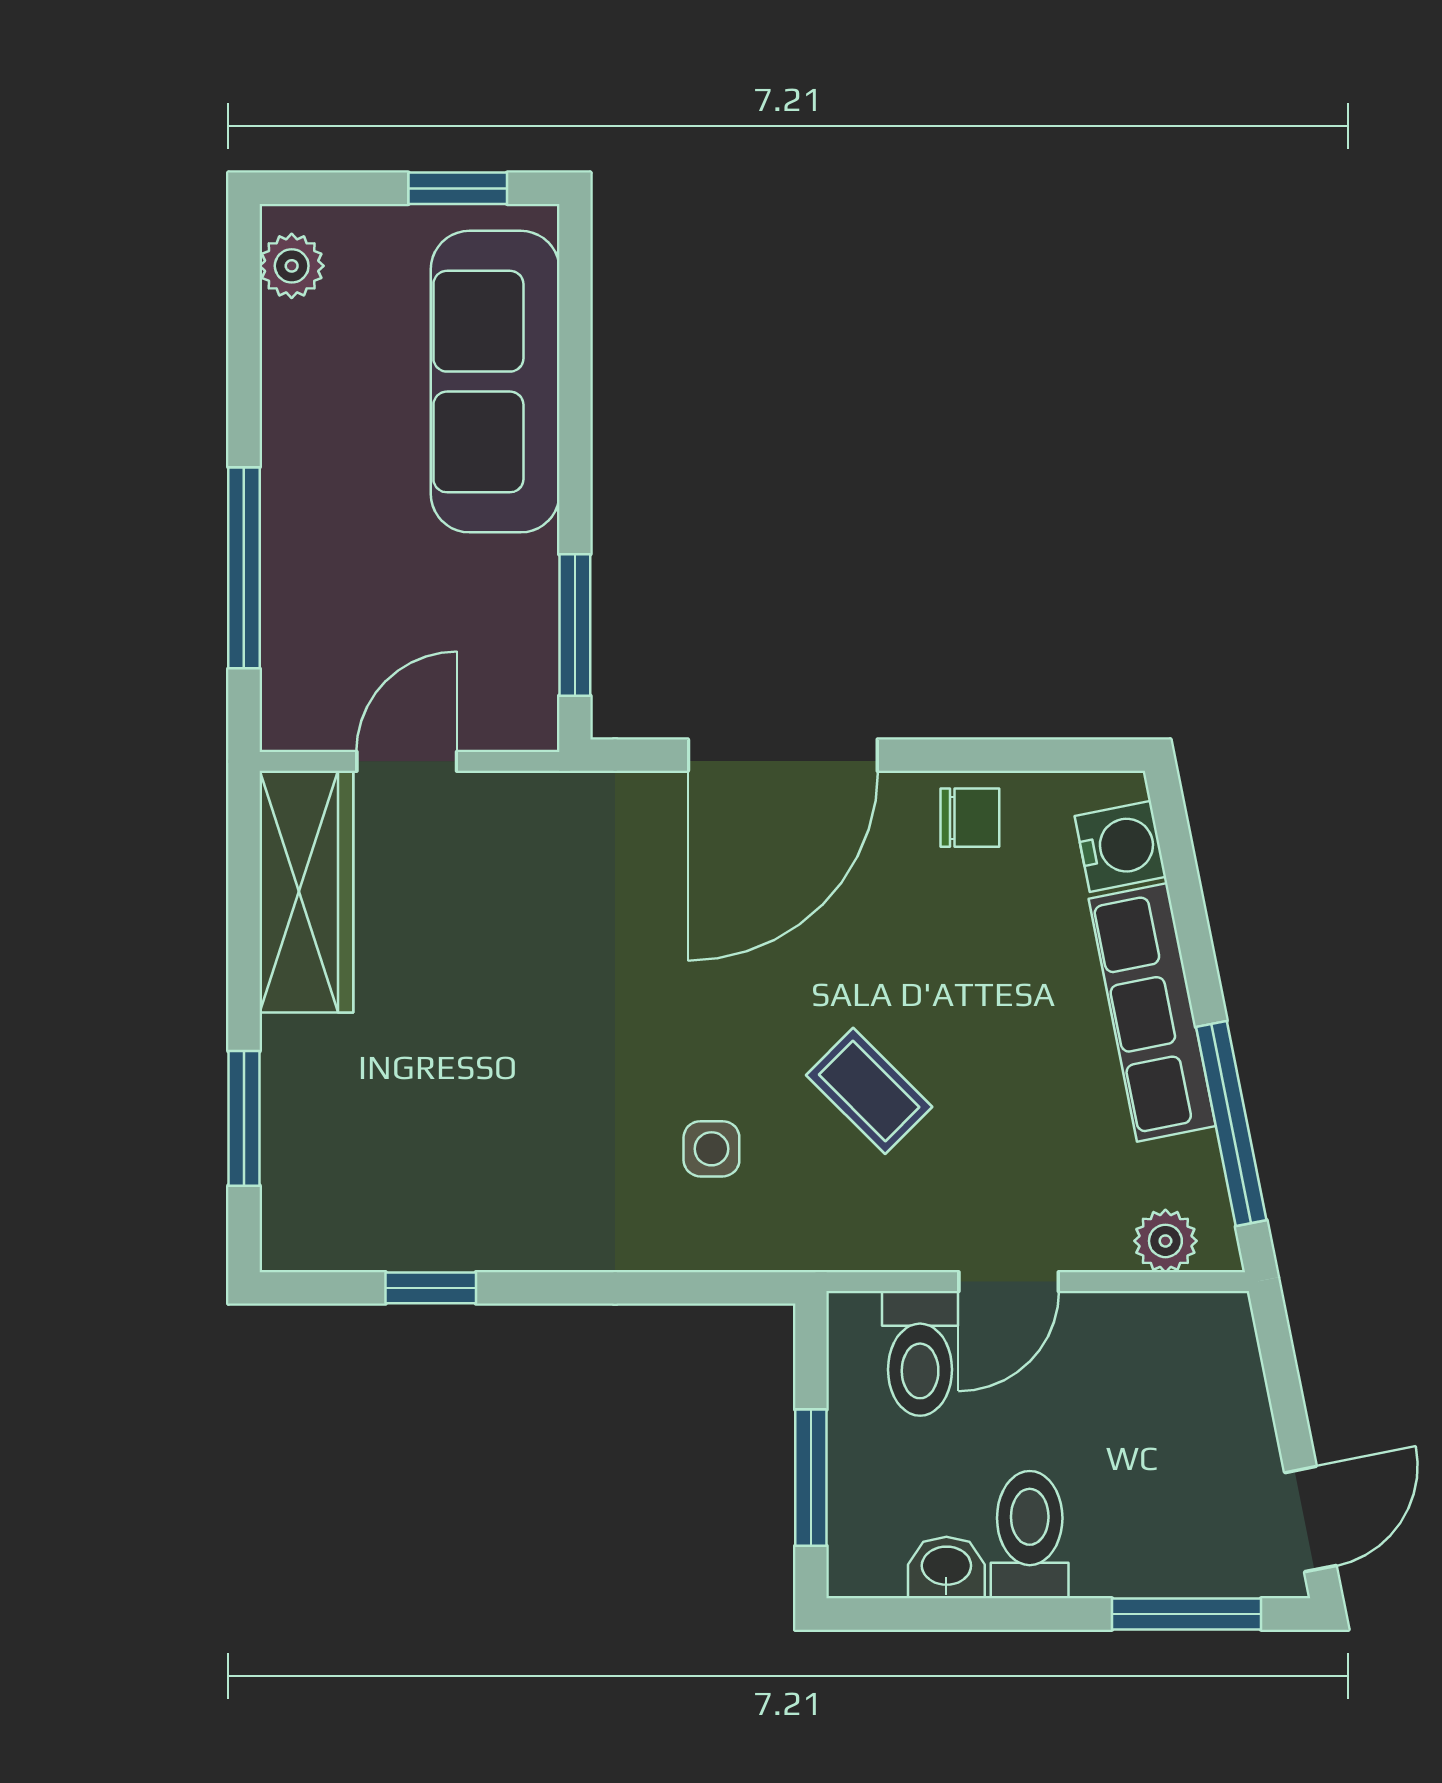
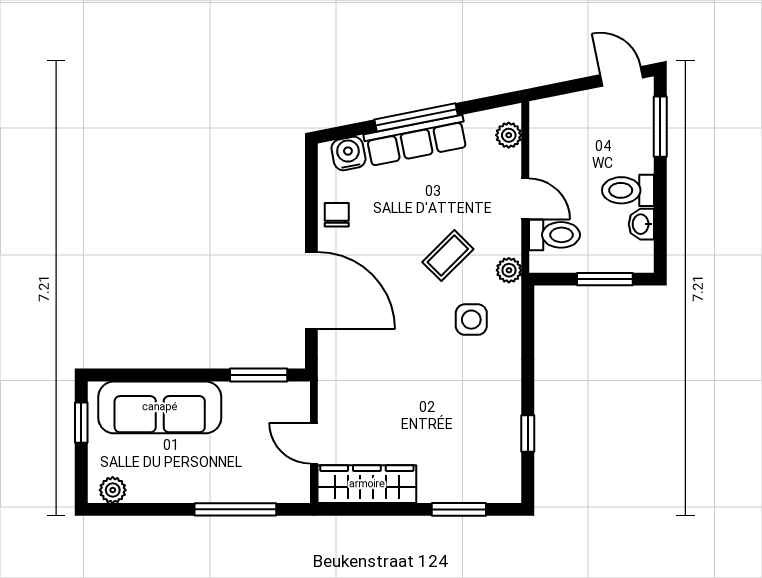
window: (1231, 1124) -> (416, 117), moved
side table: (711, 1149) -> (471, 320), width x1.37, depth x1.37
plant: (833, 1242) -> (509, 270), added

